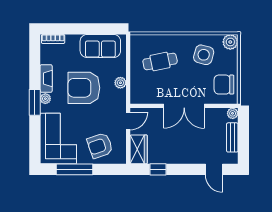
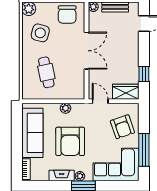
sofa: (100, 46) -> (32, 133), width x1.36

